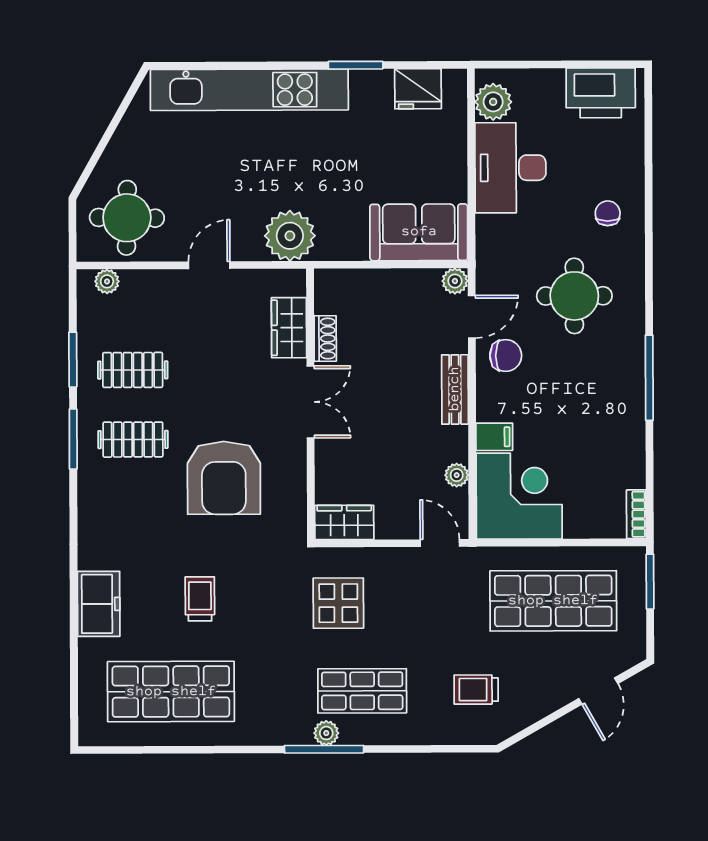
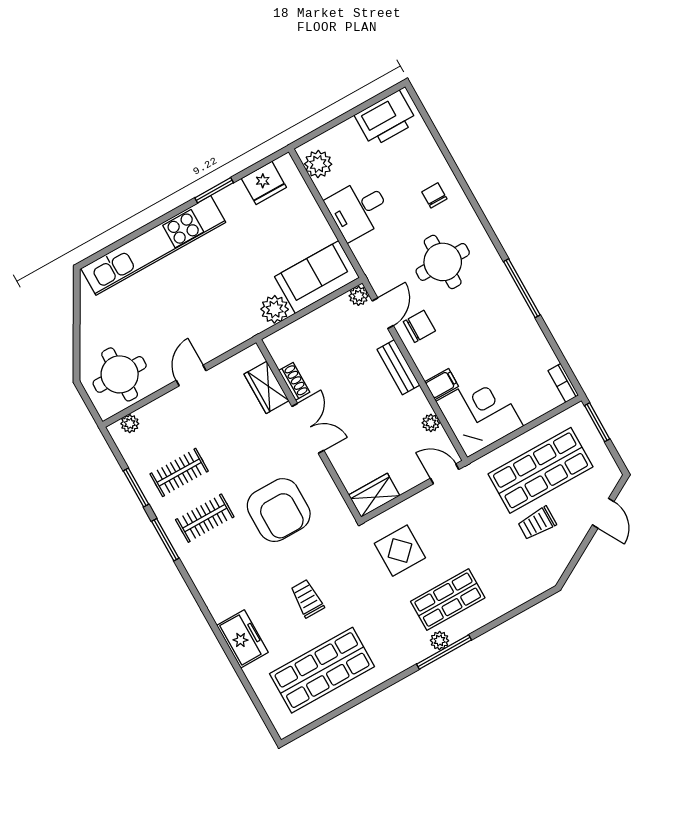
desk: (510, 168) -> (358, 209), width x0.73
plant: (290, 236) -> (275, 309), moved, width x0.73, depth x0.73
trolley: (476, 690) -> (537, 523), moved

